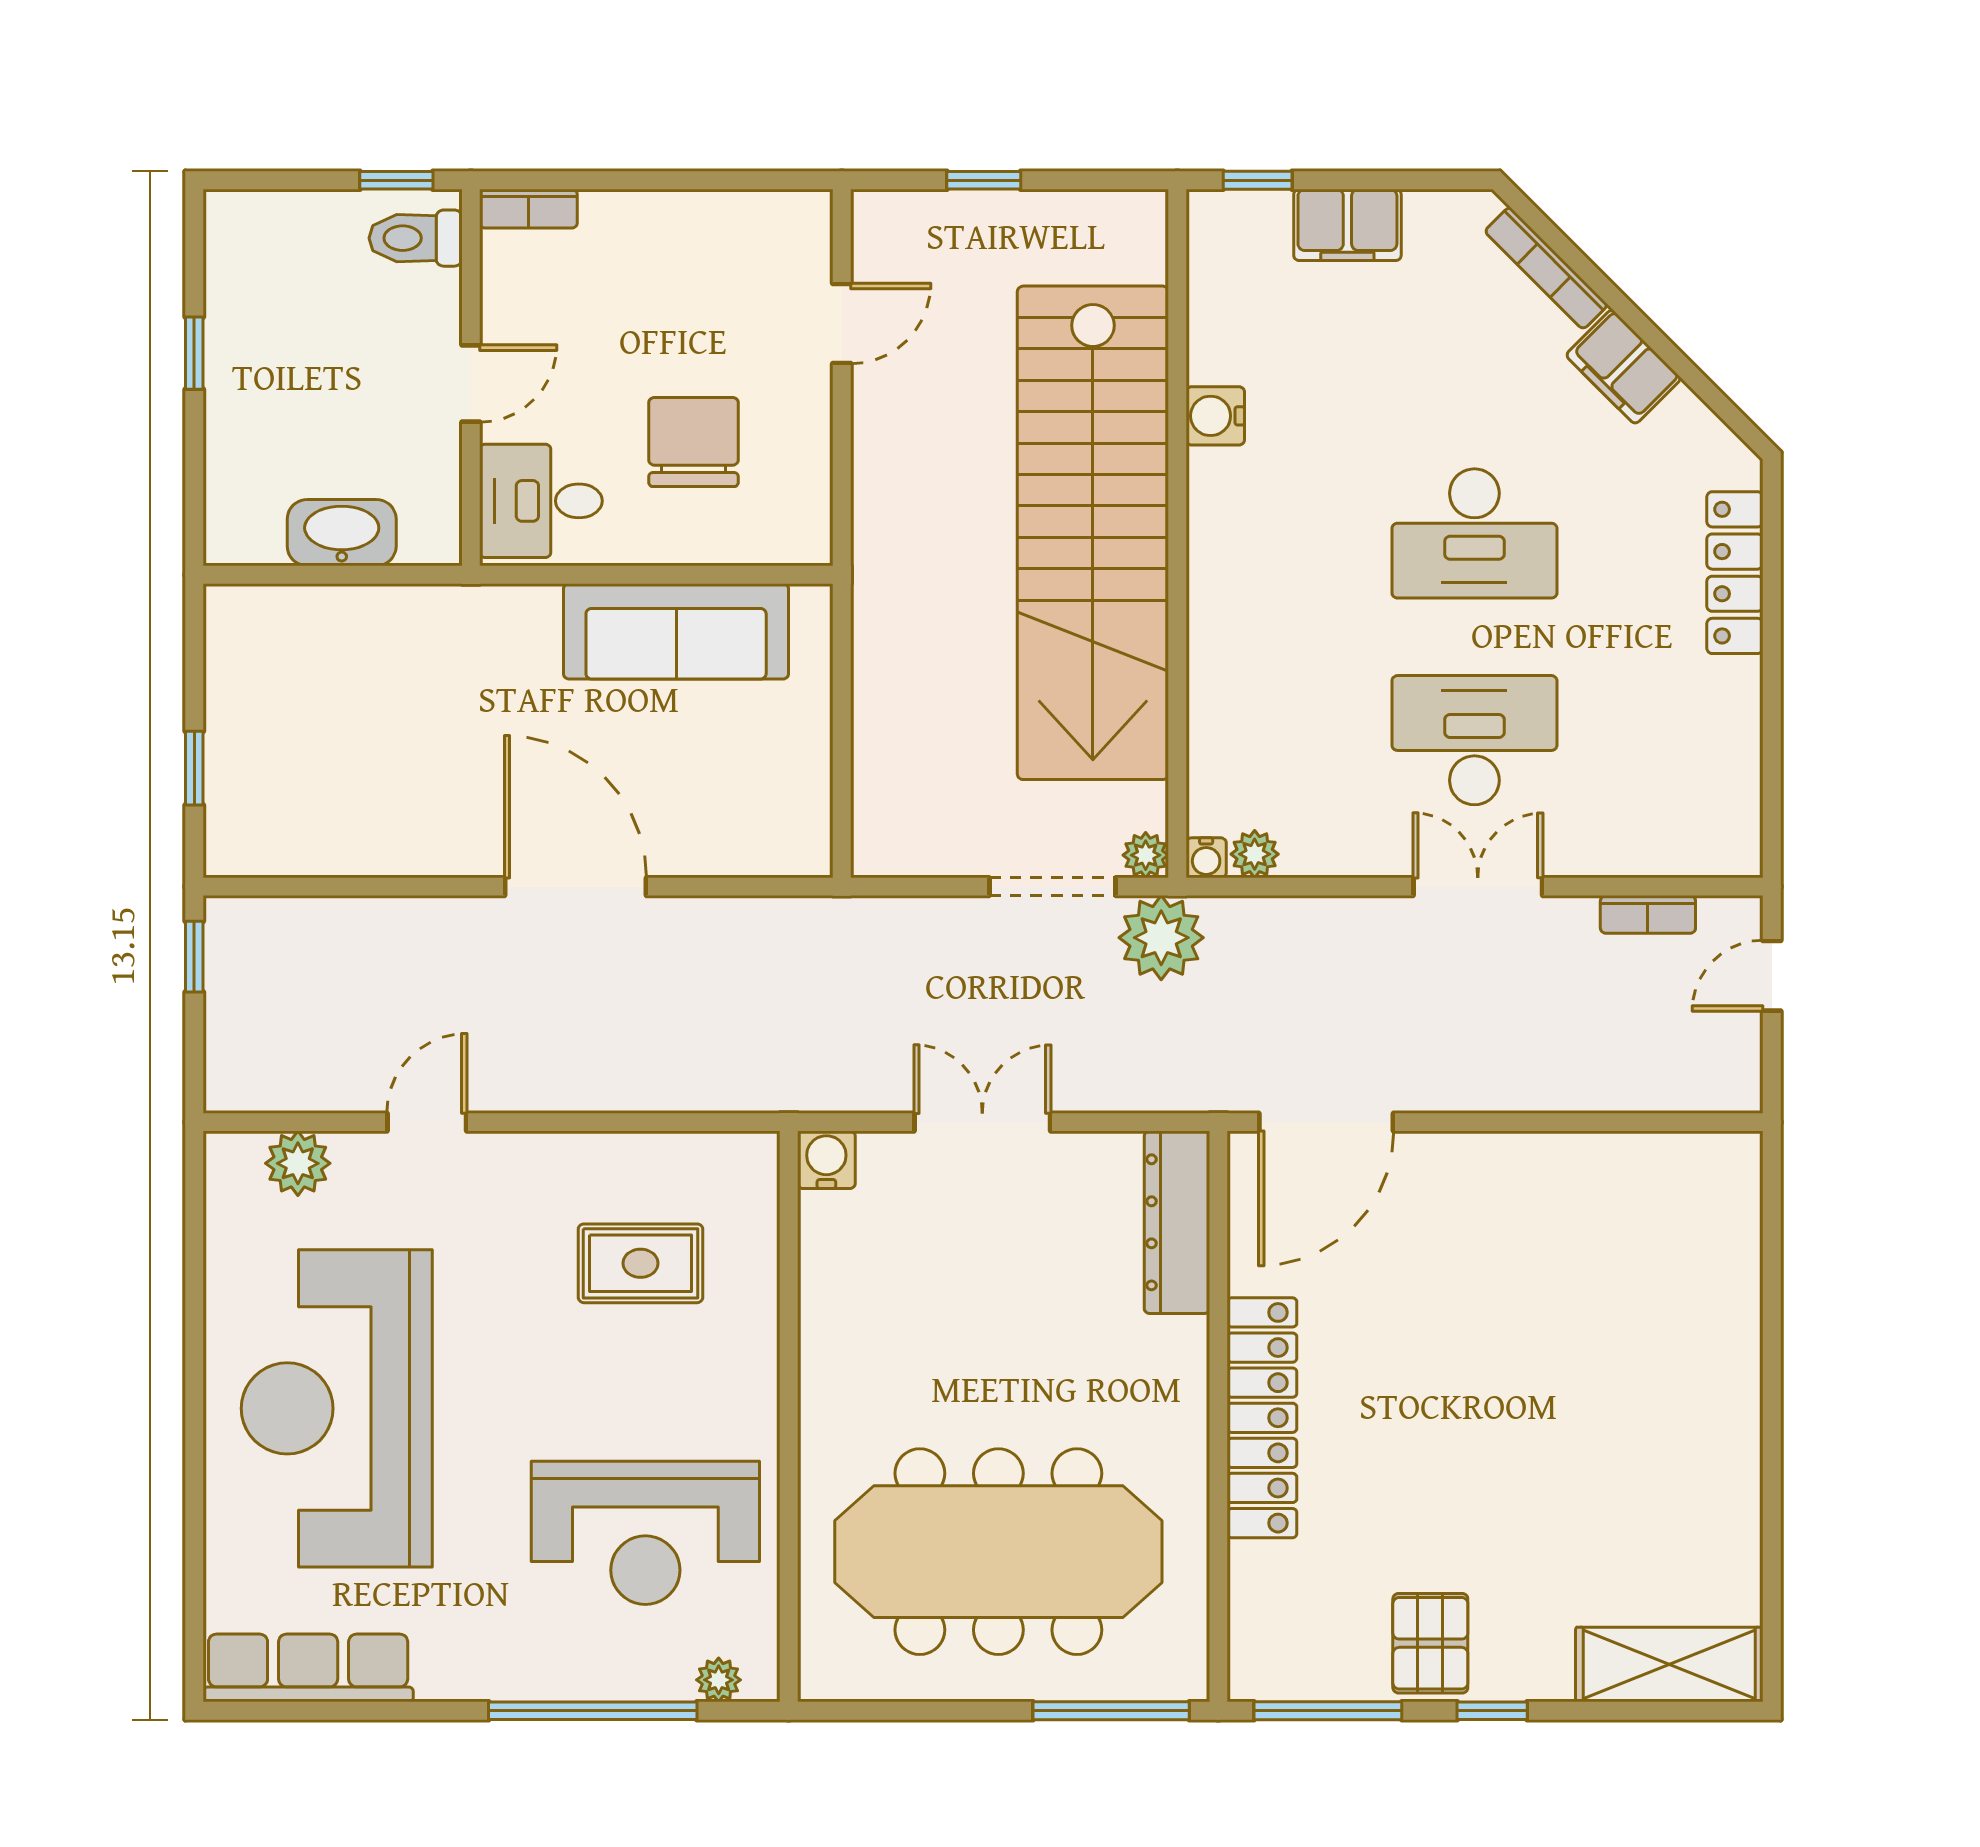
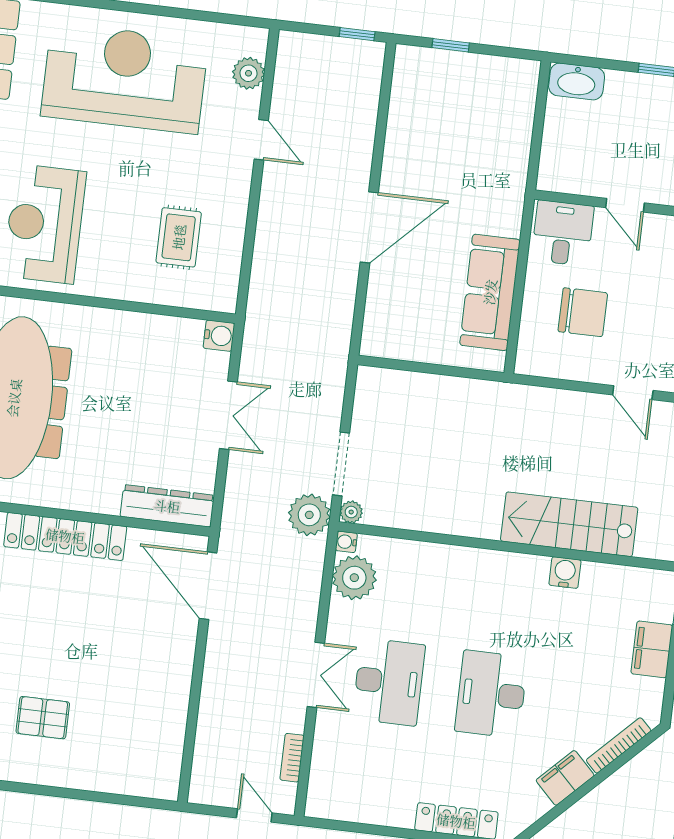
washbasin: (342, 533) -> (577, 81), moved, turned 90
stairs: (1093, 533) -> (569, 524), width x0.54, depth x0.66
plant: (1255, 854) -> (354, 578), width x1.88, depth x1.88
pallet: (1627, 1419) -> (43, 718), added

